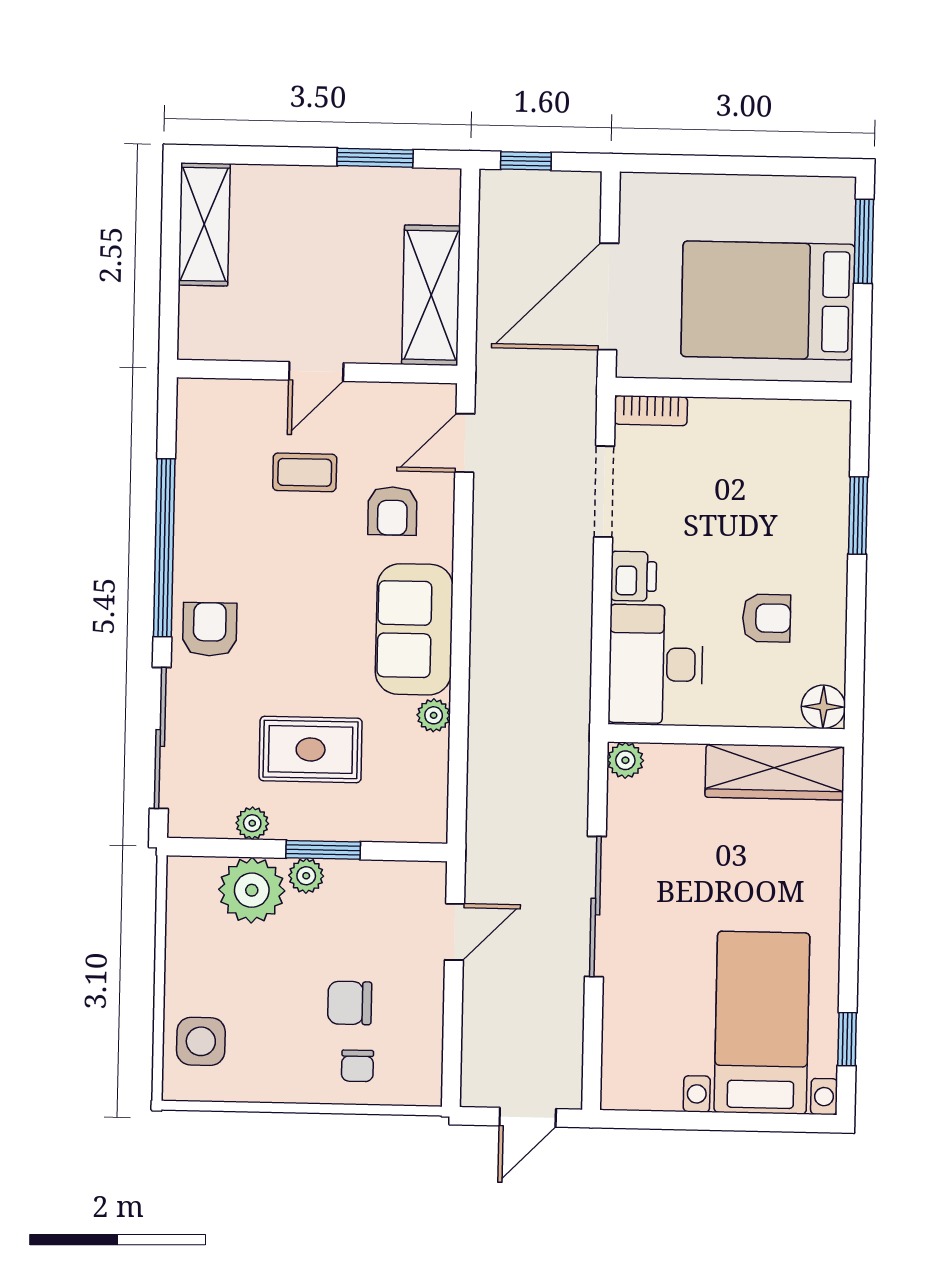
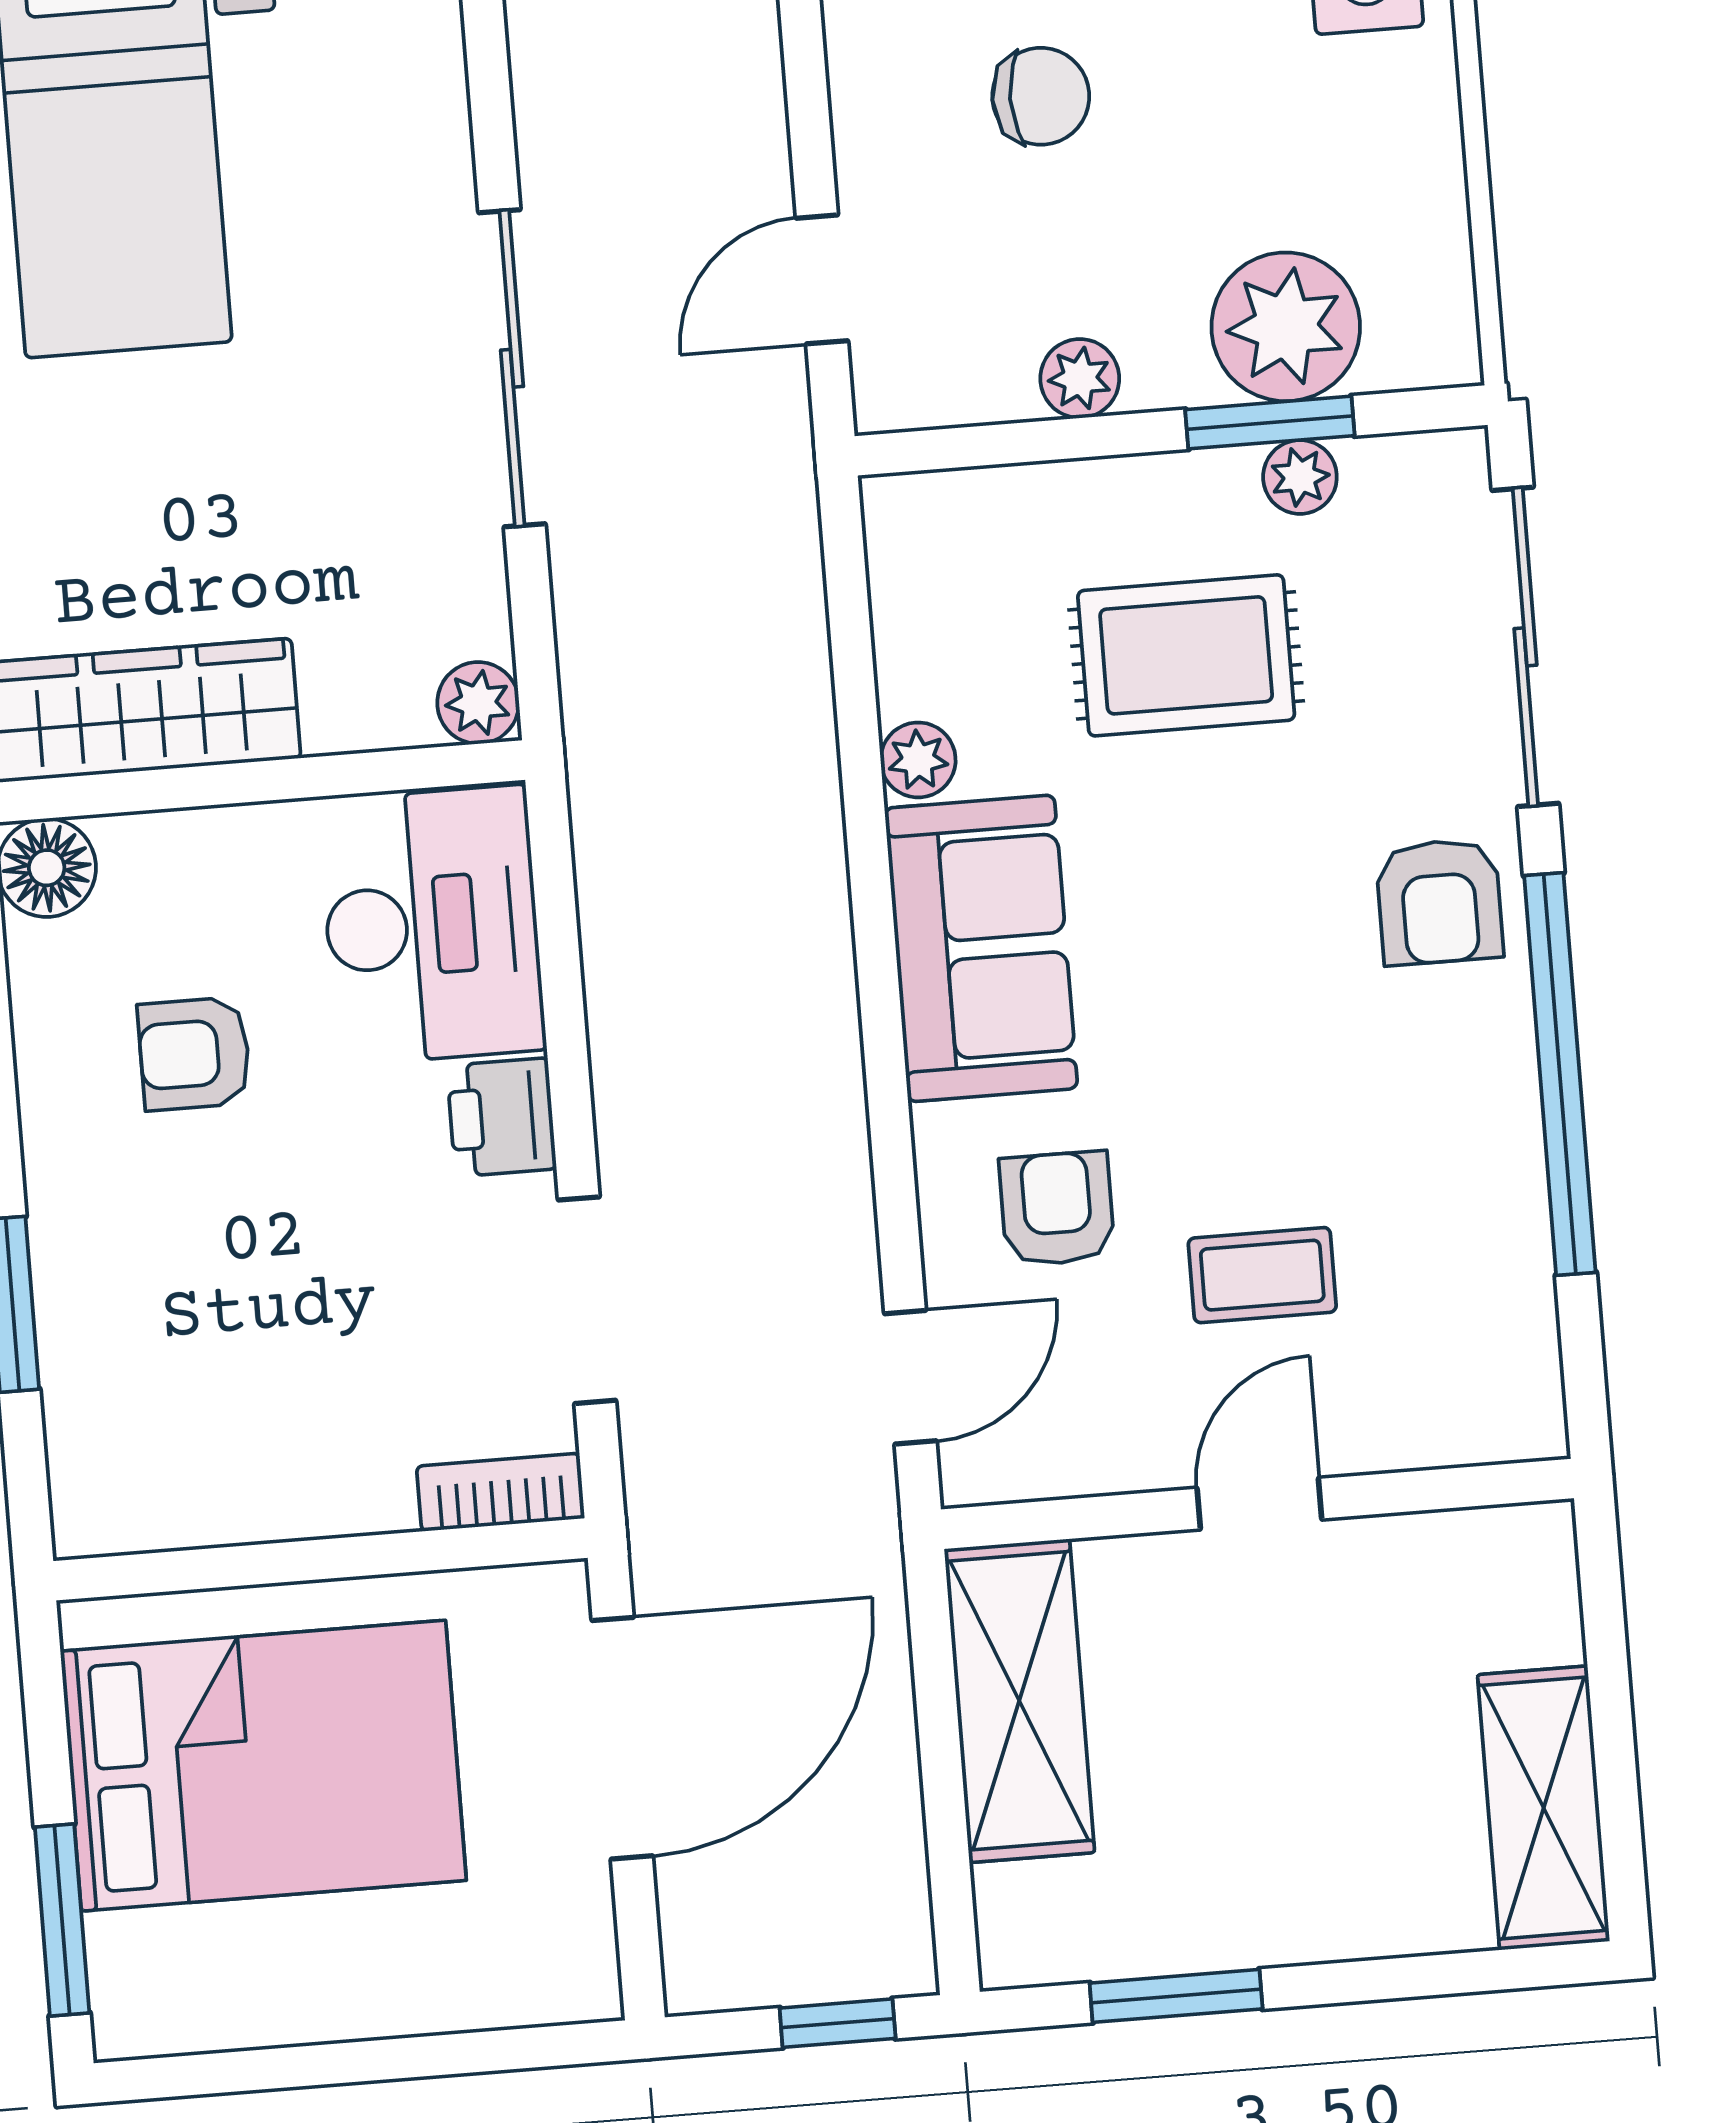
window: (323, 850) -> (1270, 423), moved
plant: (306, 876) -> (1080, 378), moved

